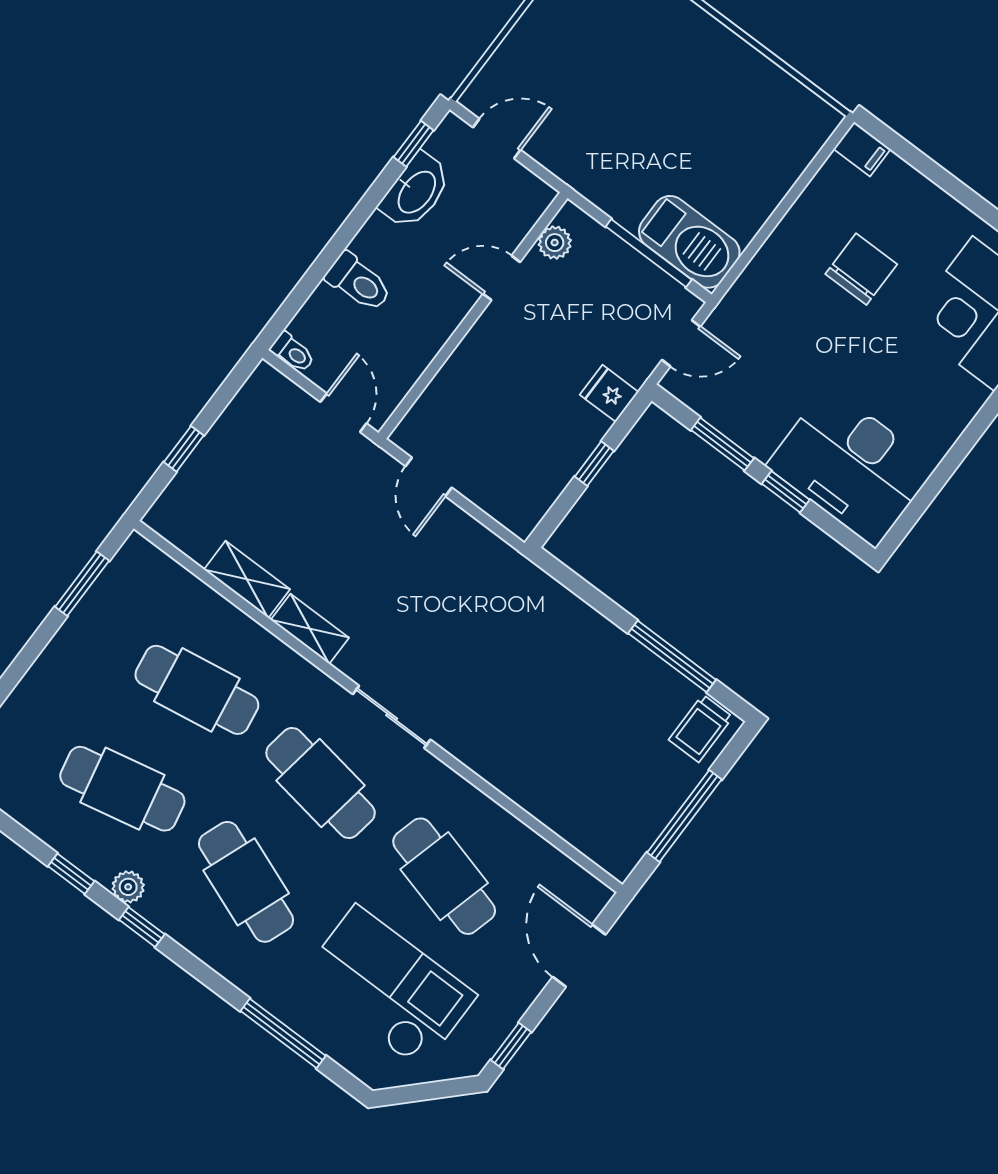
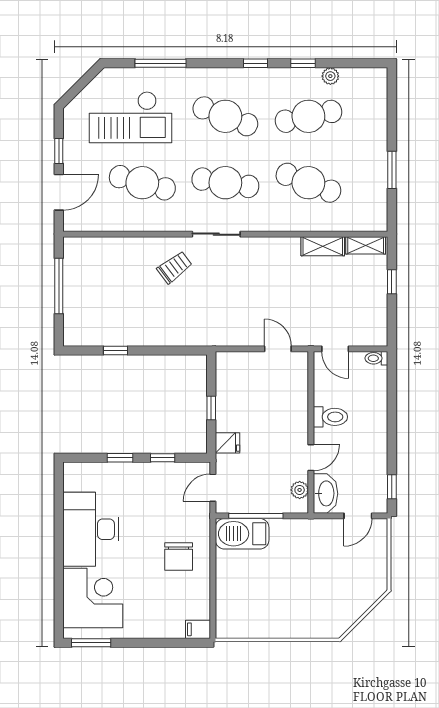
washbasin: (416, 191) -> (326, 493), moved, turned 180
chair: (861, 269) -> (179, 556), moved
toilet: (359, 282) -> (330, 417), moved, turned 180
window: (722, 444) -> (163, 458), width x0.67
desk: (851, 466) -> (91, 529), moved, turned -90
window: (82, 584) -> (392, 170), moved
shelving: (310, 629) -> (366, 245), moved
window: (672, 656) -> (116, 350), width x0.46
cafe table: (197, 690) -> (308, 183), turned 30
trolley: (701, 728) -> (174, 267), moved, turned 53
plant: (128, 887) -> (330, 76), moved
door: (579, 956) -> (59, 192), hinge flipped
window: (511, 1046) -> (59, 151), moved

